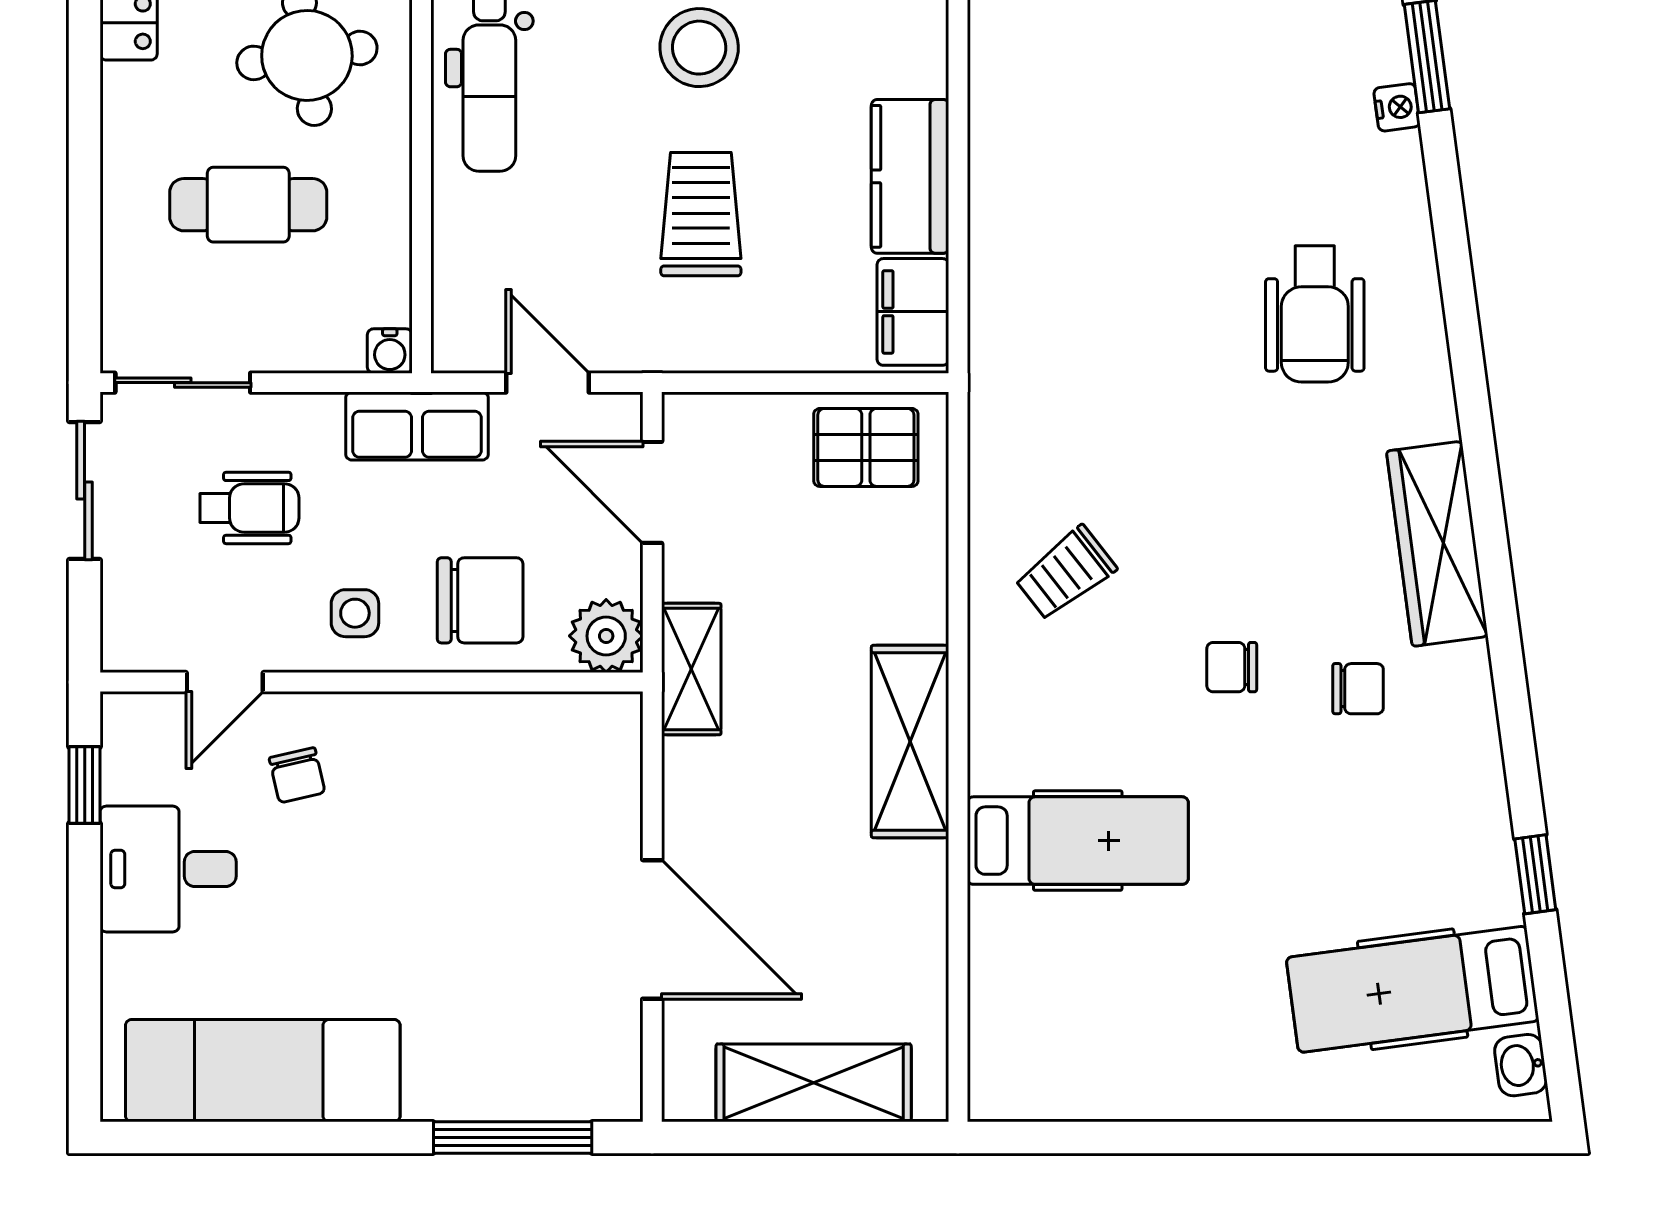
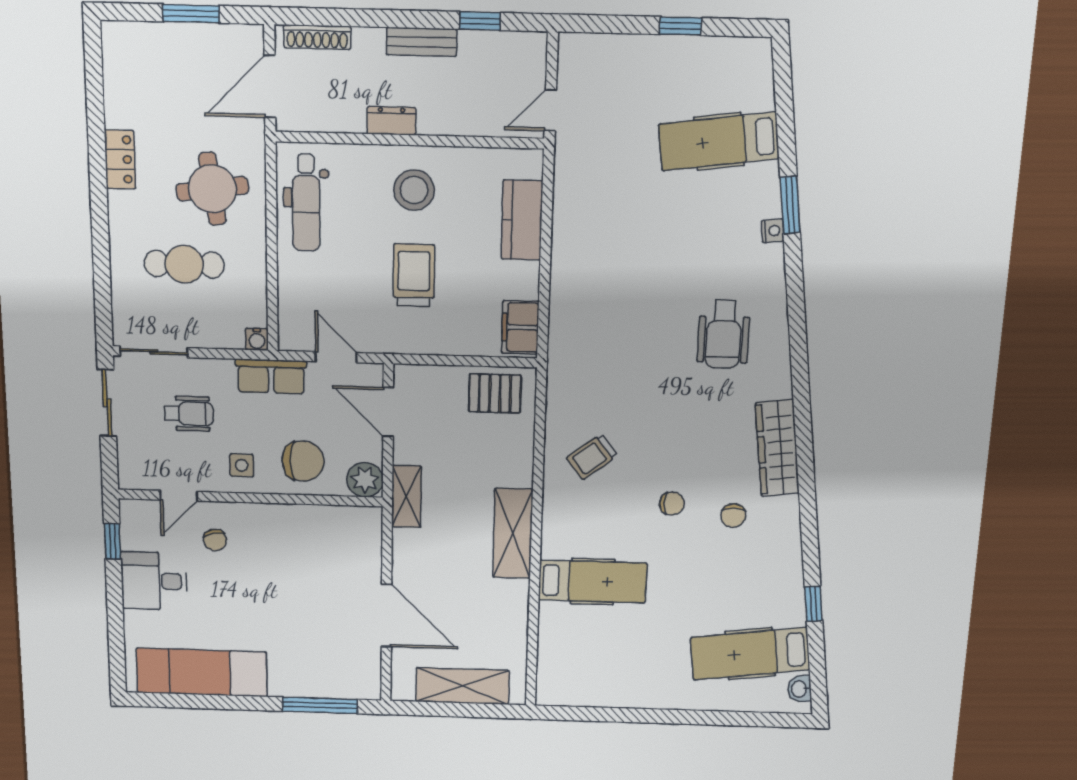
kitchen counter: (910, 176) -> (522, 220), moved
chair: (1232, 667) -> (672, 504), turned 180
chair: (1358, 689) -> (733, 516), turned 90

